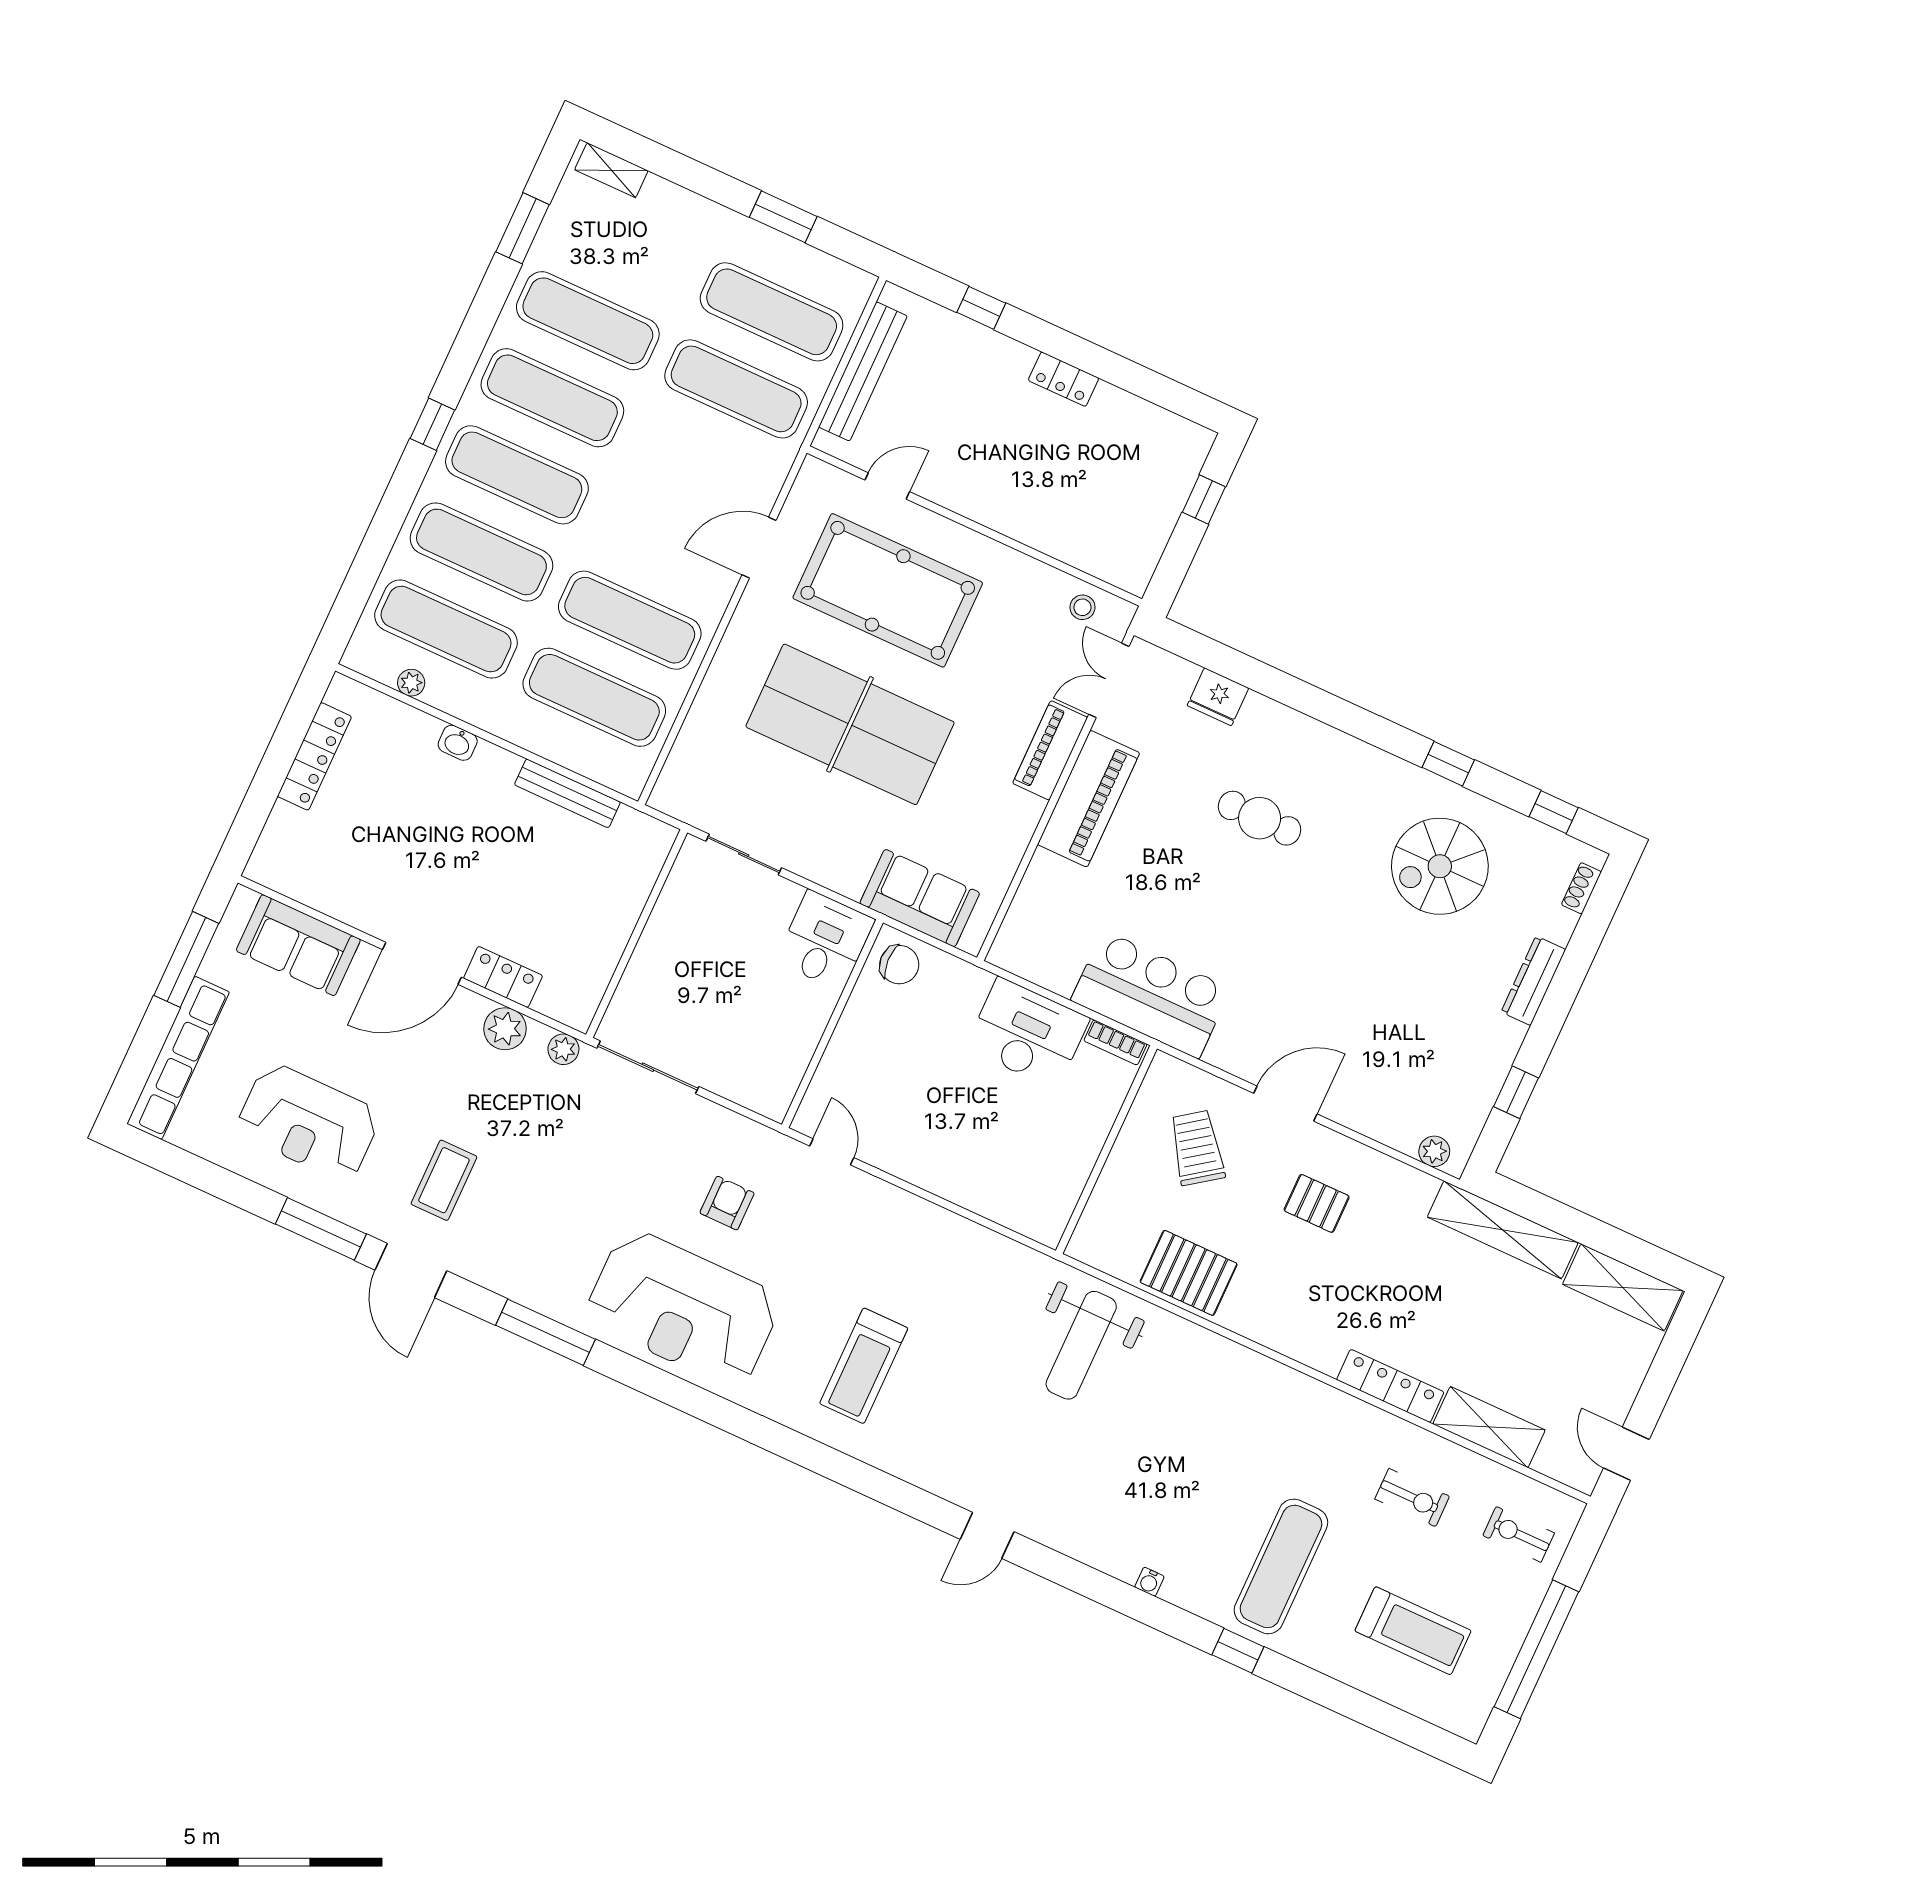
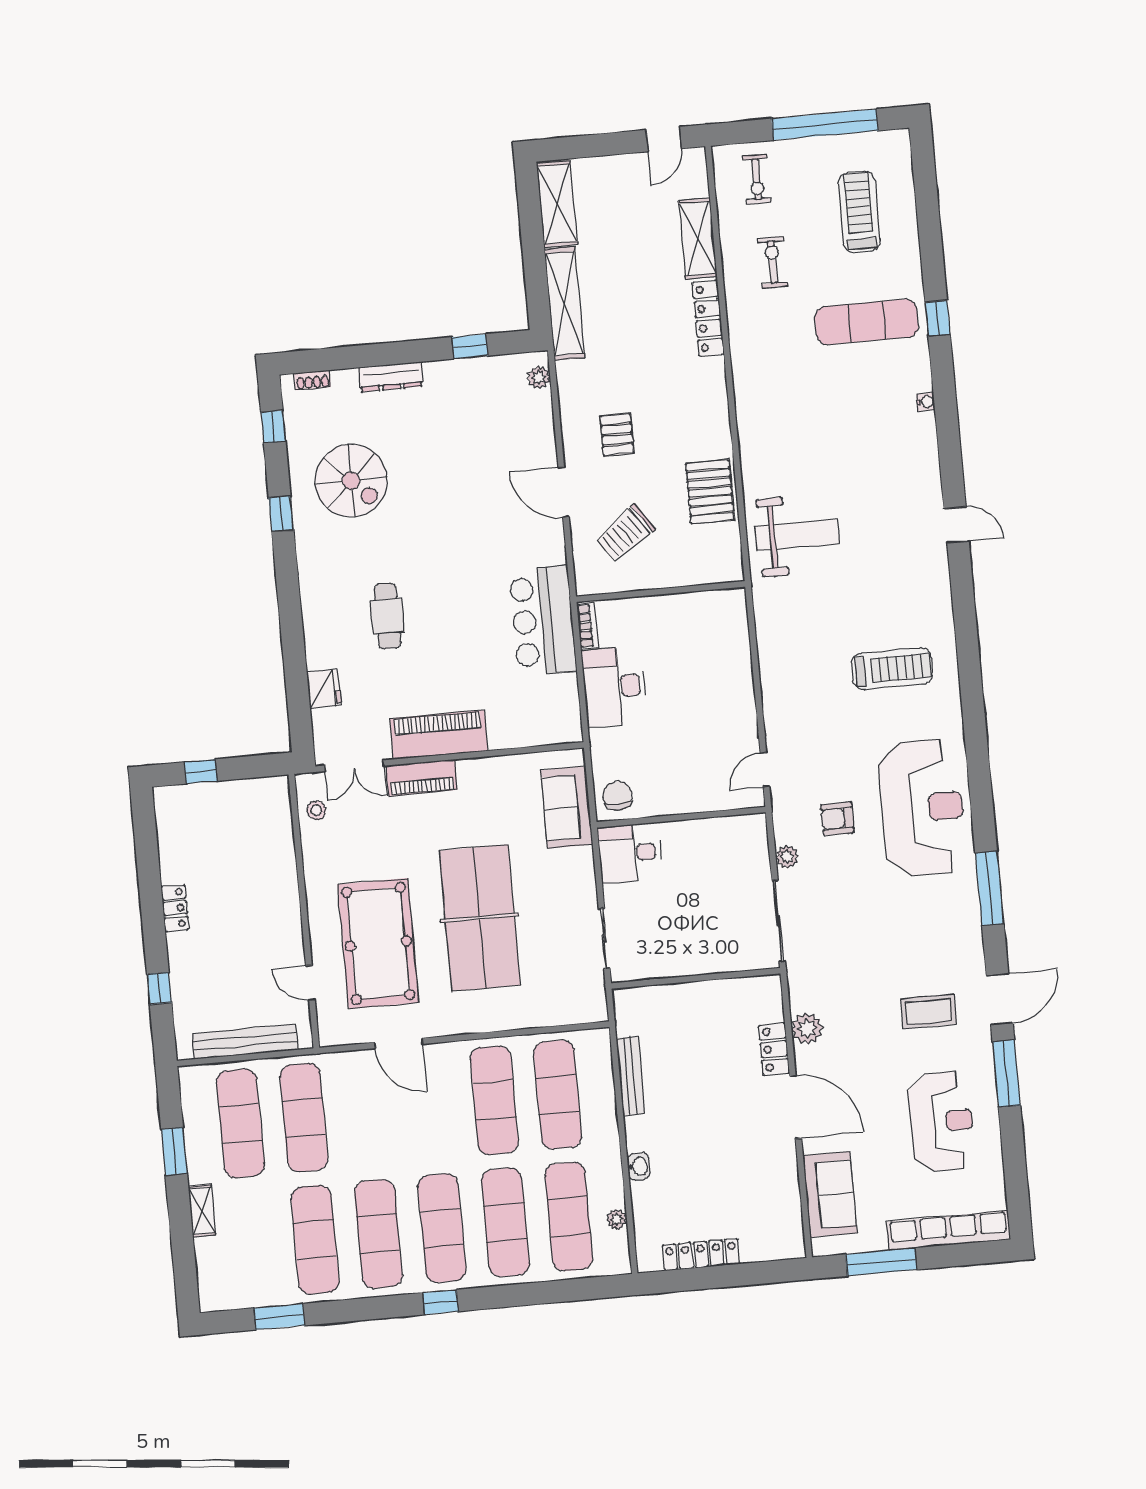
shelving: (611, 170) -> (202, 1211), moved
plant: (563, 1049) -> (787, 857), moved

